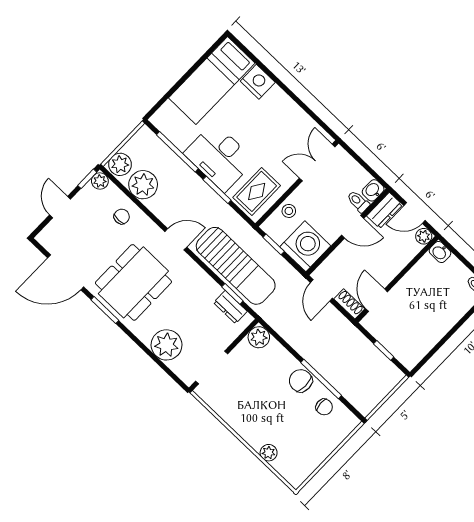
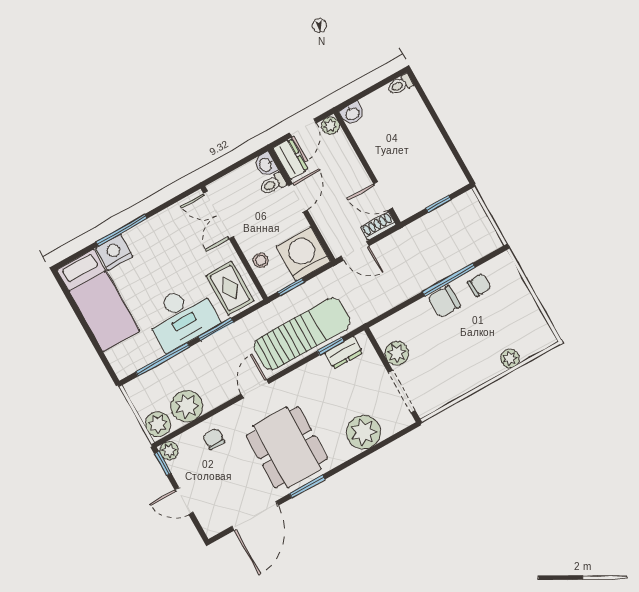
window: (279, 82) -> (122, 230), added
plant: (259, 337) -> (397, 353), moved

